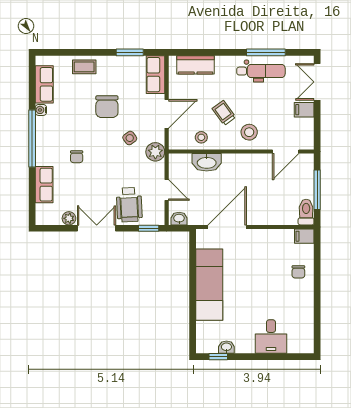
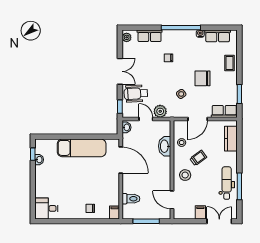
dental chair: (261, 71) -> (227, 183), turned 180
door: (167, 114) -> (198, 119), hinge flipped
plant: (155, 152) -> (160, 111), moved
door: (167, 190) -> (146, 119), swing flipped
toilet: (306, 212) -> (131, 199), moved
plant: (69, 218) -> (127, 37), moved
desk: (271, 337) -> (46, 208), moved

